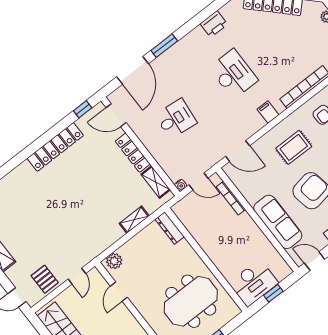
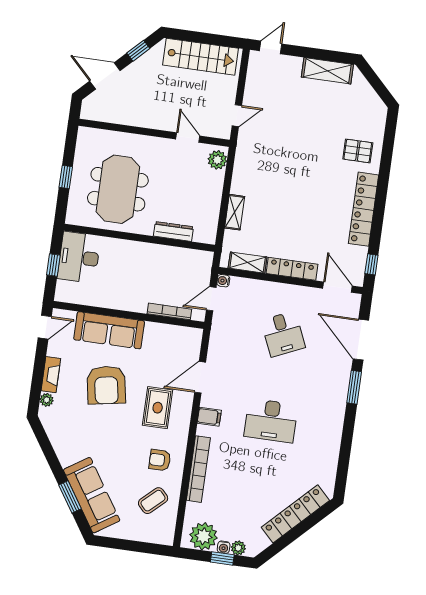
printer: (214, 24) -> (329, 447), removed
door: (116, 115) -> (337, 287), hinge flipped
desk: (176, 119) -> (283, 334), turned -30
door: (238, 151) -> (200, 377), moved
dresser: (170, 228) -> (173, 231), moved
door: (77, 276) -> (237, 116), swing flipped
pallet: (45, 279) -> (358, 151), moved

